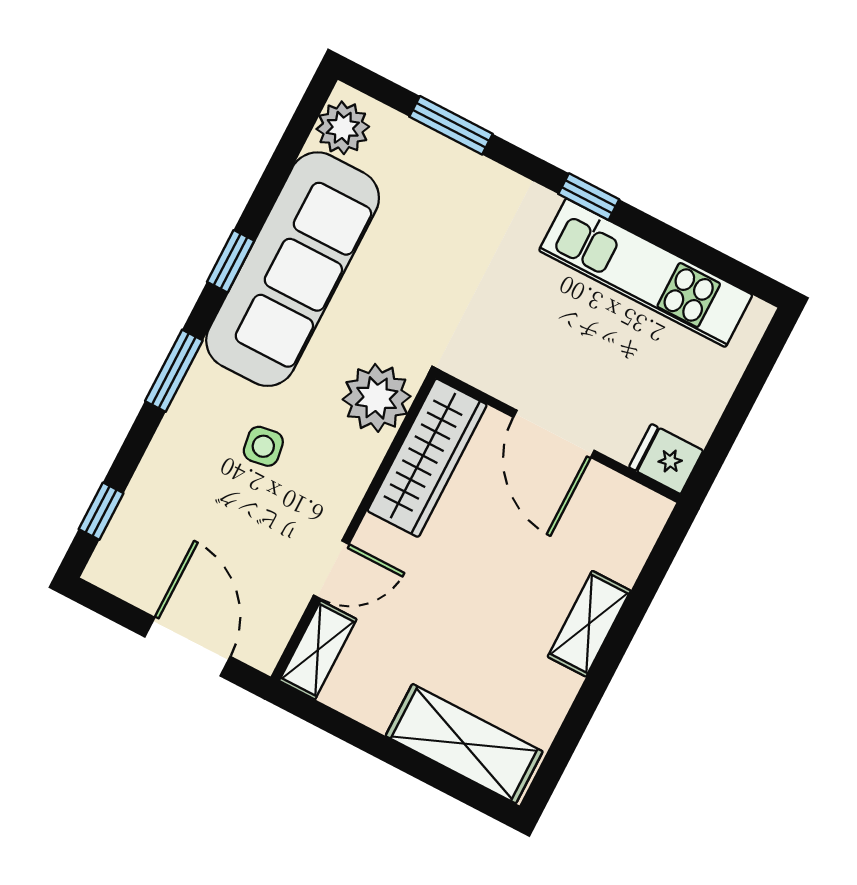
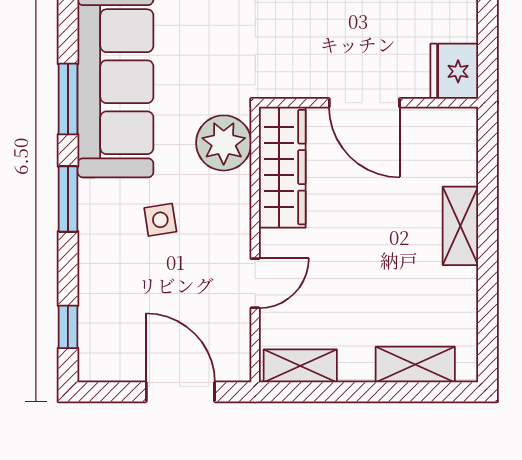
window: (231, 261) -> (68, 99), width x1.50
fridge: (666, 459) -> (454, 71), width x1.38
shelving: (318, 650) -> (300, 366), moved, turned 90
shelving: (464, 744) -> (415, 365), width x0.67, depth x0.75

